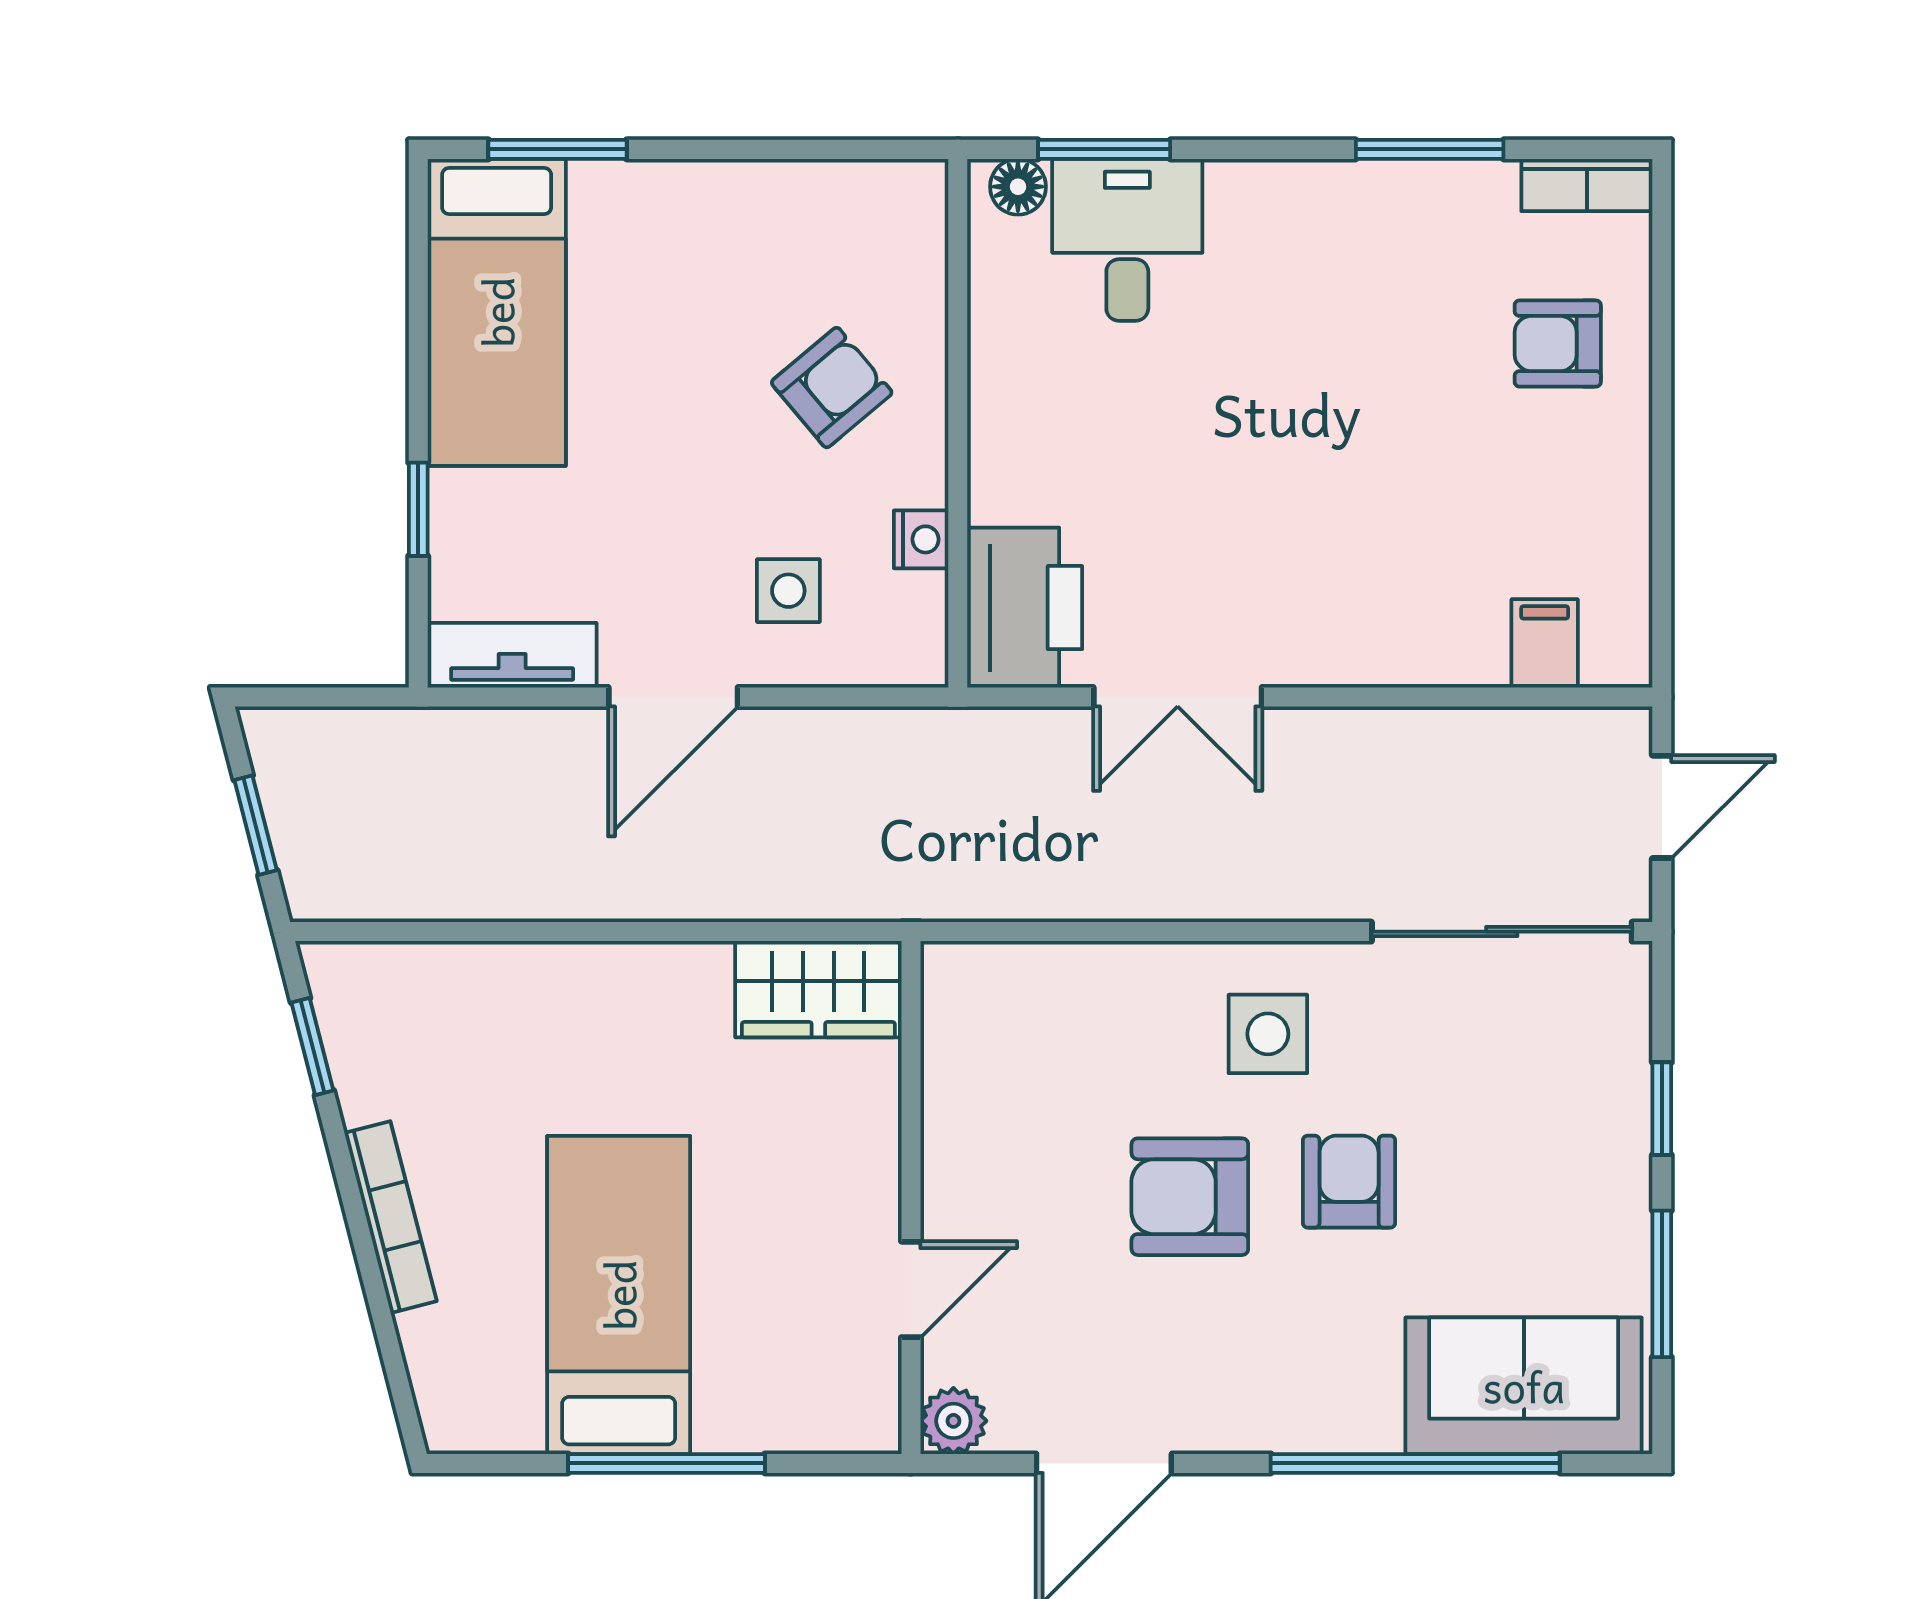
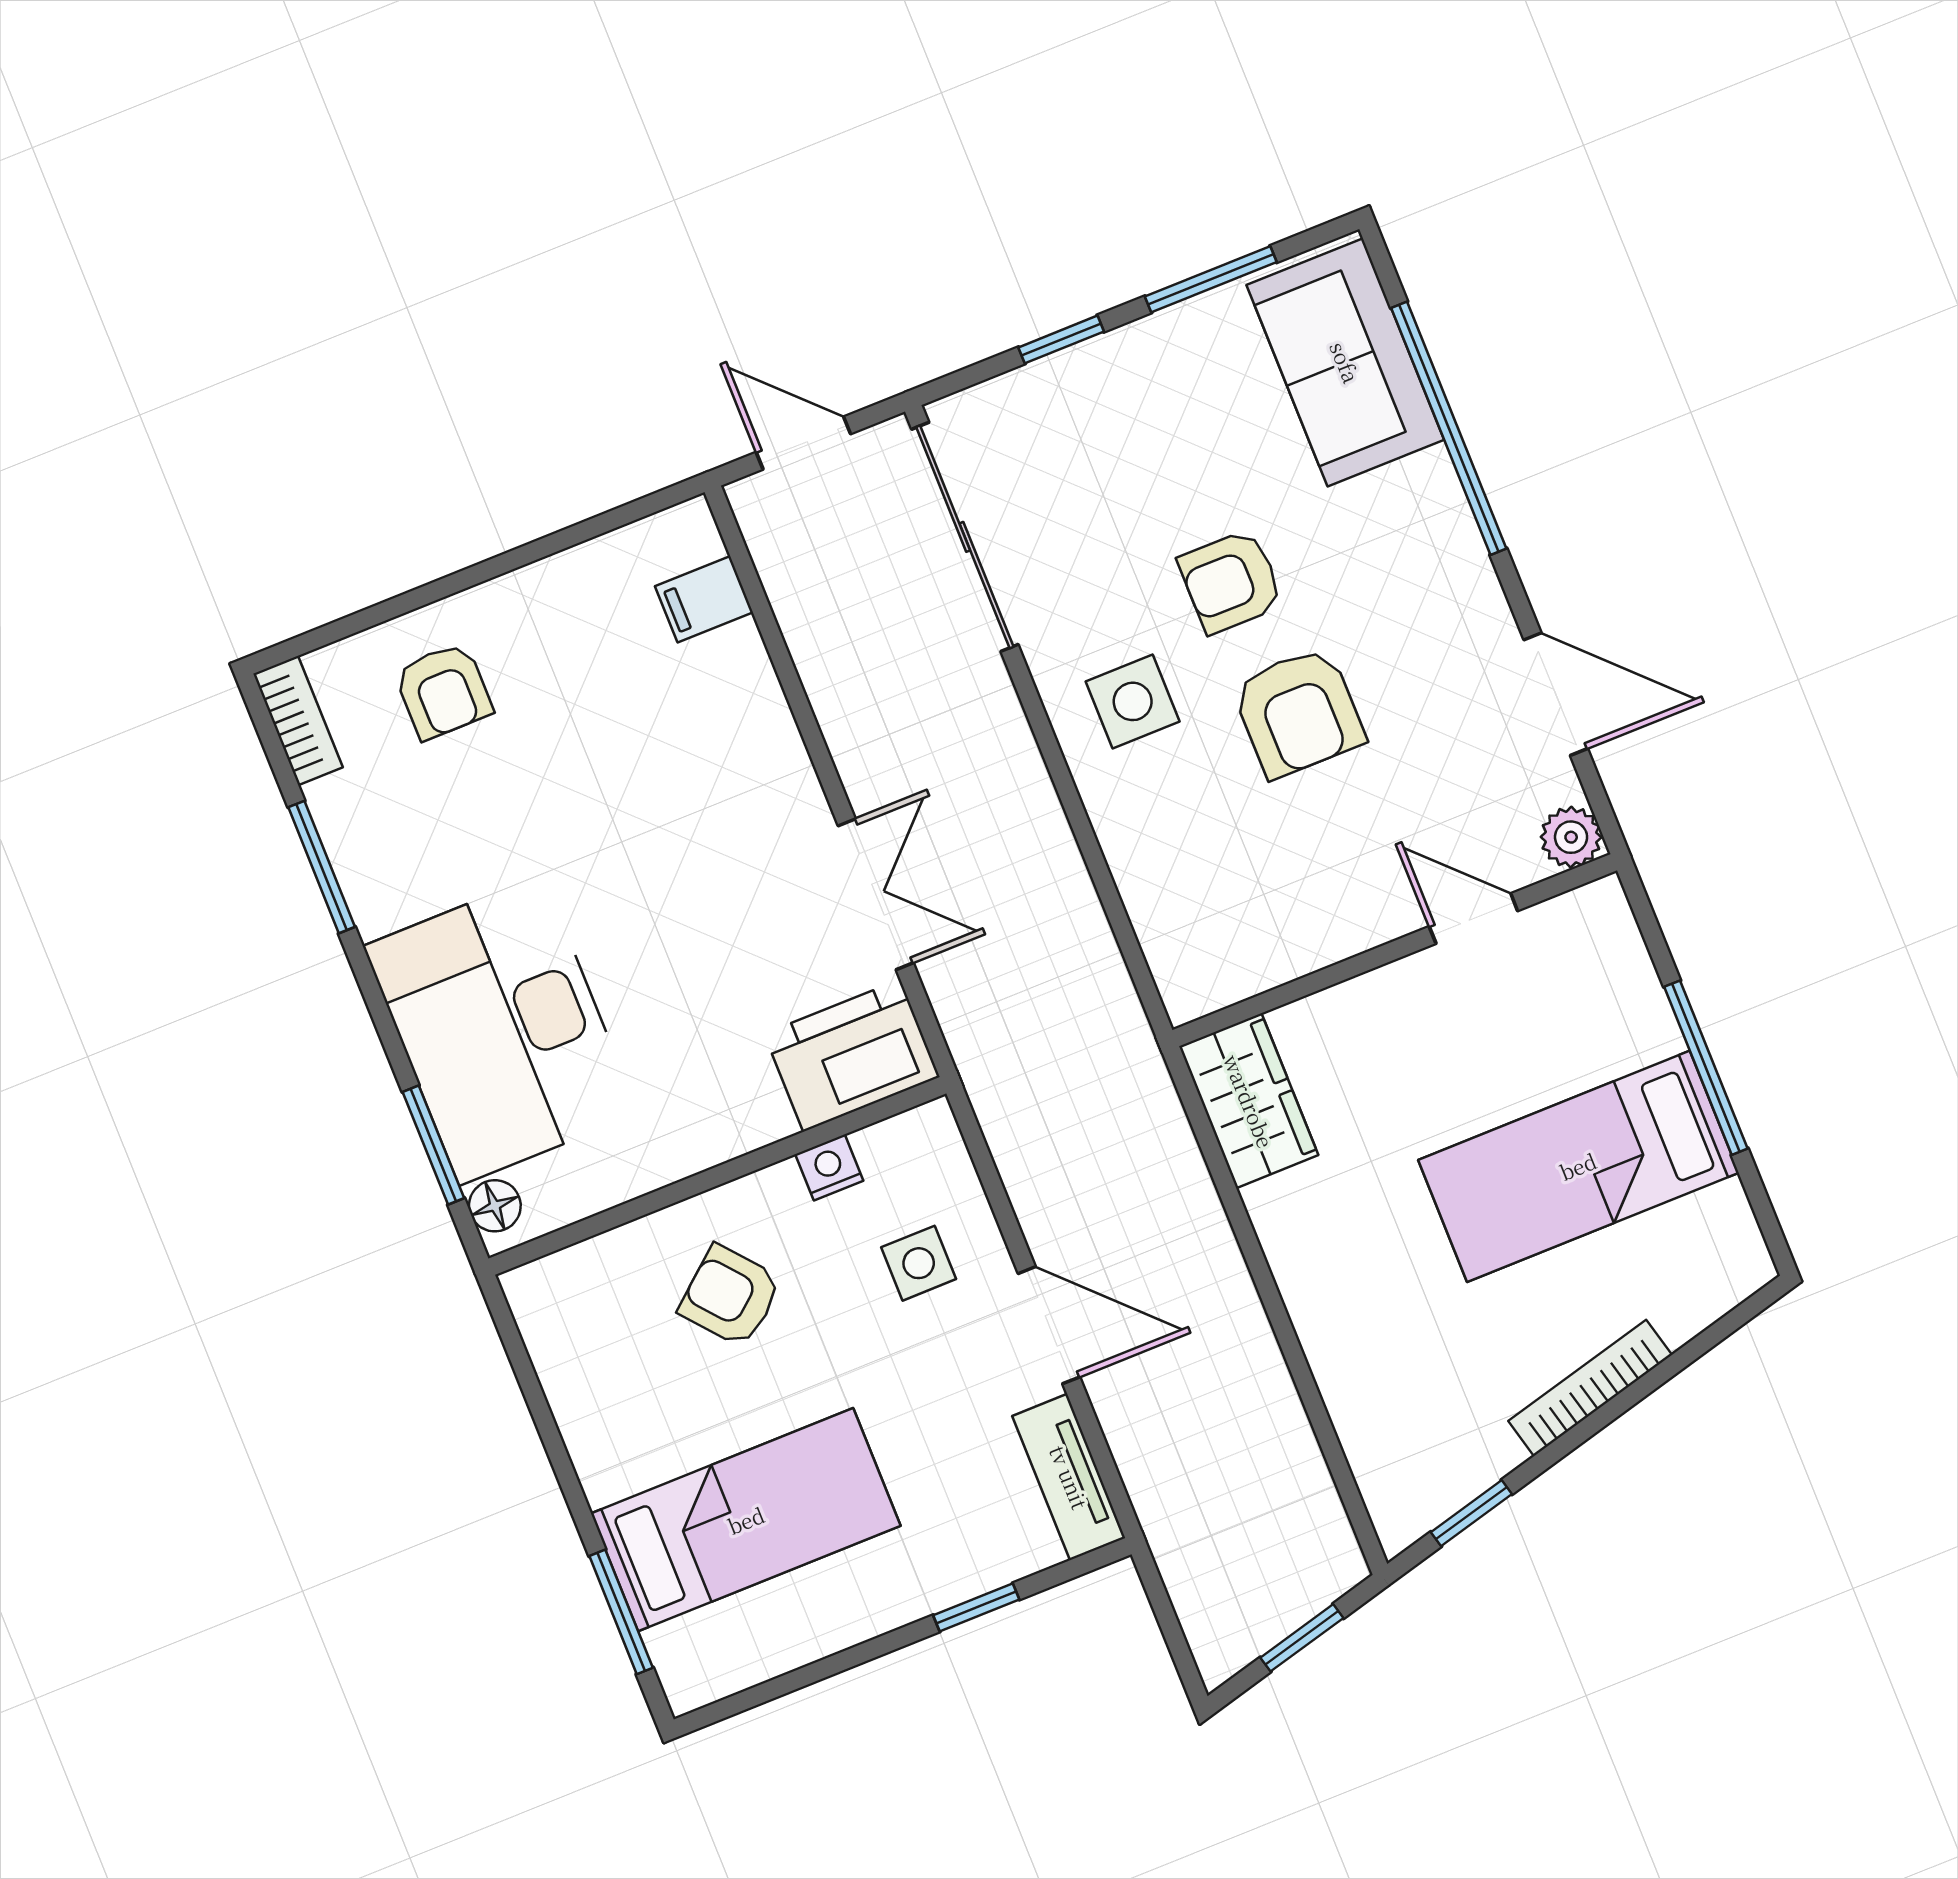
desk: (1127, 240) -> (501, 1030), width x1.87, depth x1.30
bed: (497, 312) -> (746, 1520), moved

